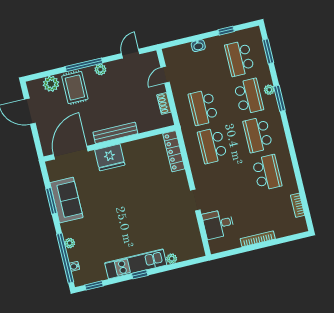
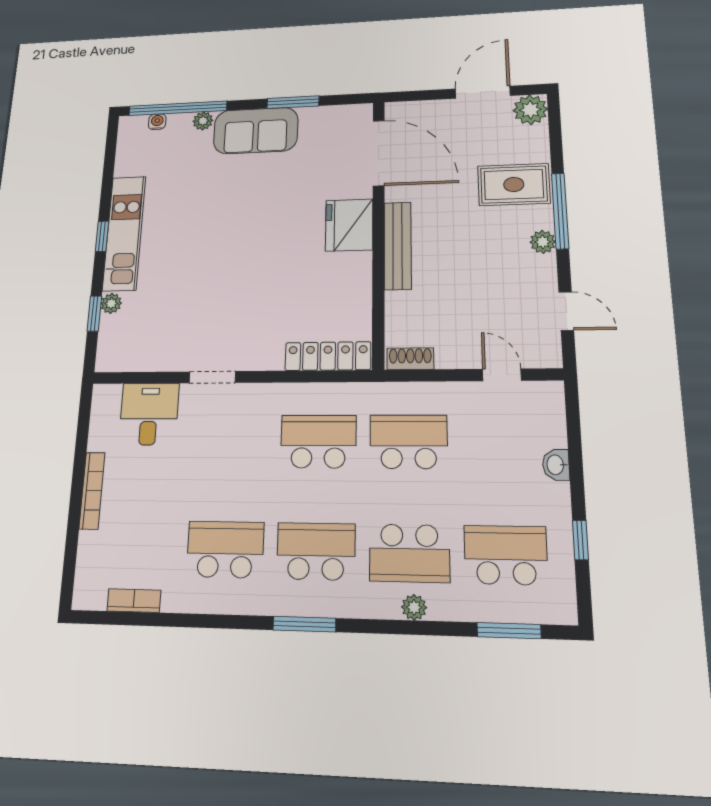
plant: (51, 84) -> (530, 110), moved
window: (279, 98) -> (304, 624), moved
shoe rack: (164, 103) -> (410, 359), moved
school desk: (267, 173) -> (225, 549), turned 180
sofa: (66, 200) -> (256, 131), moved
window: (94, 285) -> (94, 314), moved

